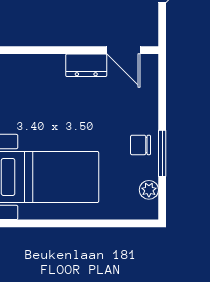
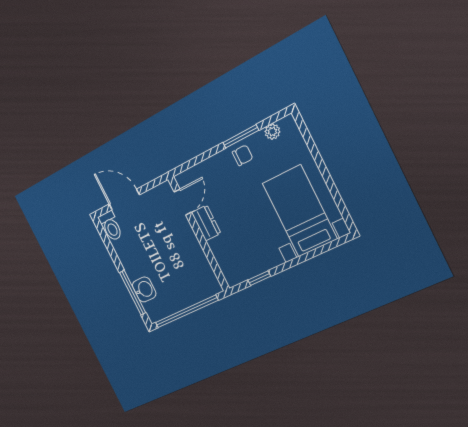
chair: (141, 145) -> (243, 155), turned -90

